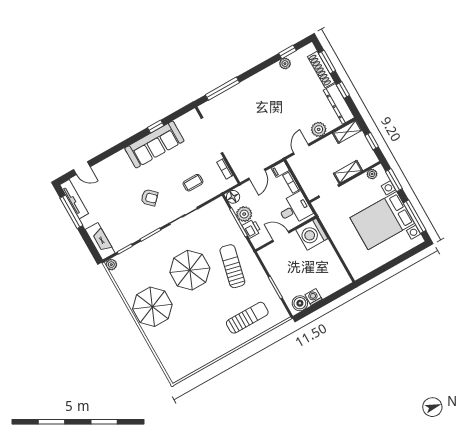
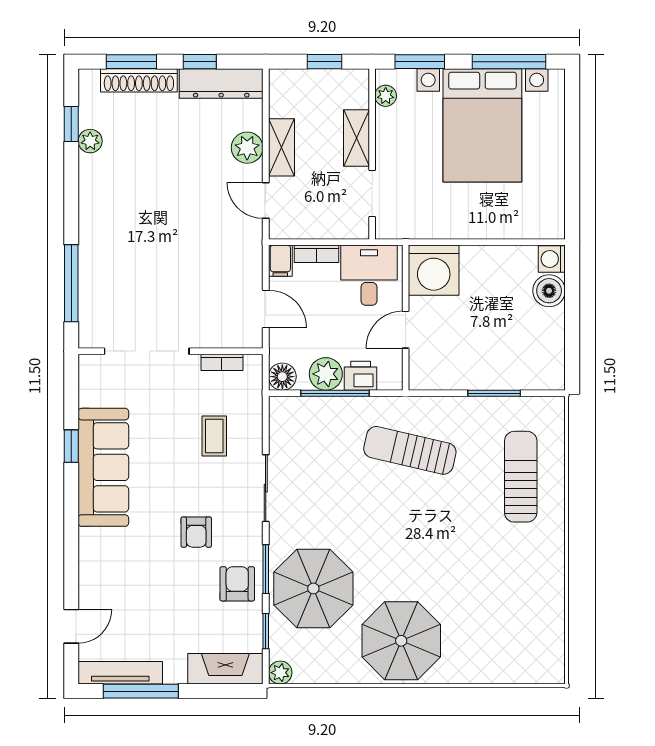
shelving: (347, 132) -> (281, 147), moved
armchair: (149, 198) -> (196, 532), turned 136
armchair: (138, 226) -> (237, 584), added
parasol: (190, 270) -> (313, 588), moved
washing machine: (314, 297) -> (552, 259), moved
boiler: (300, 303) -> (549, 291), moved

